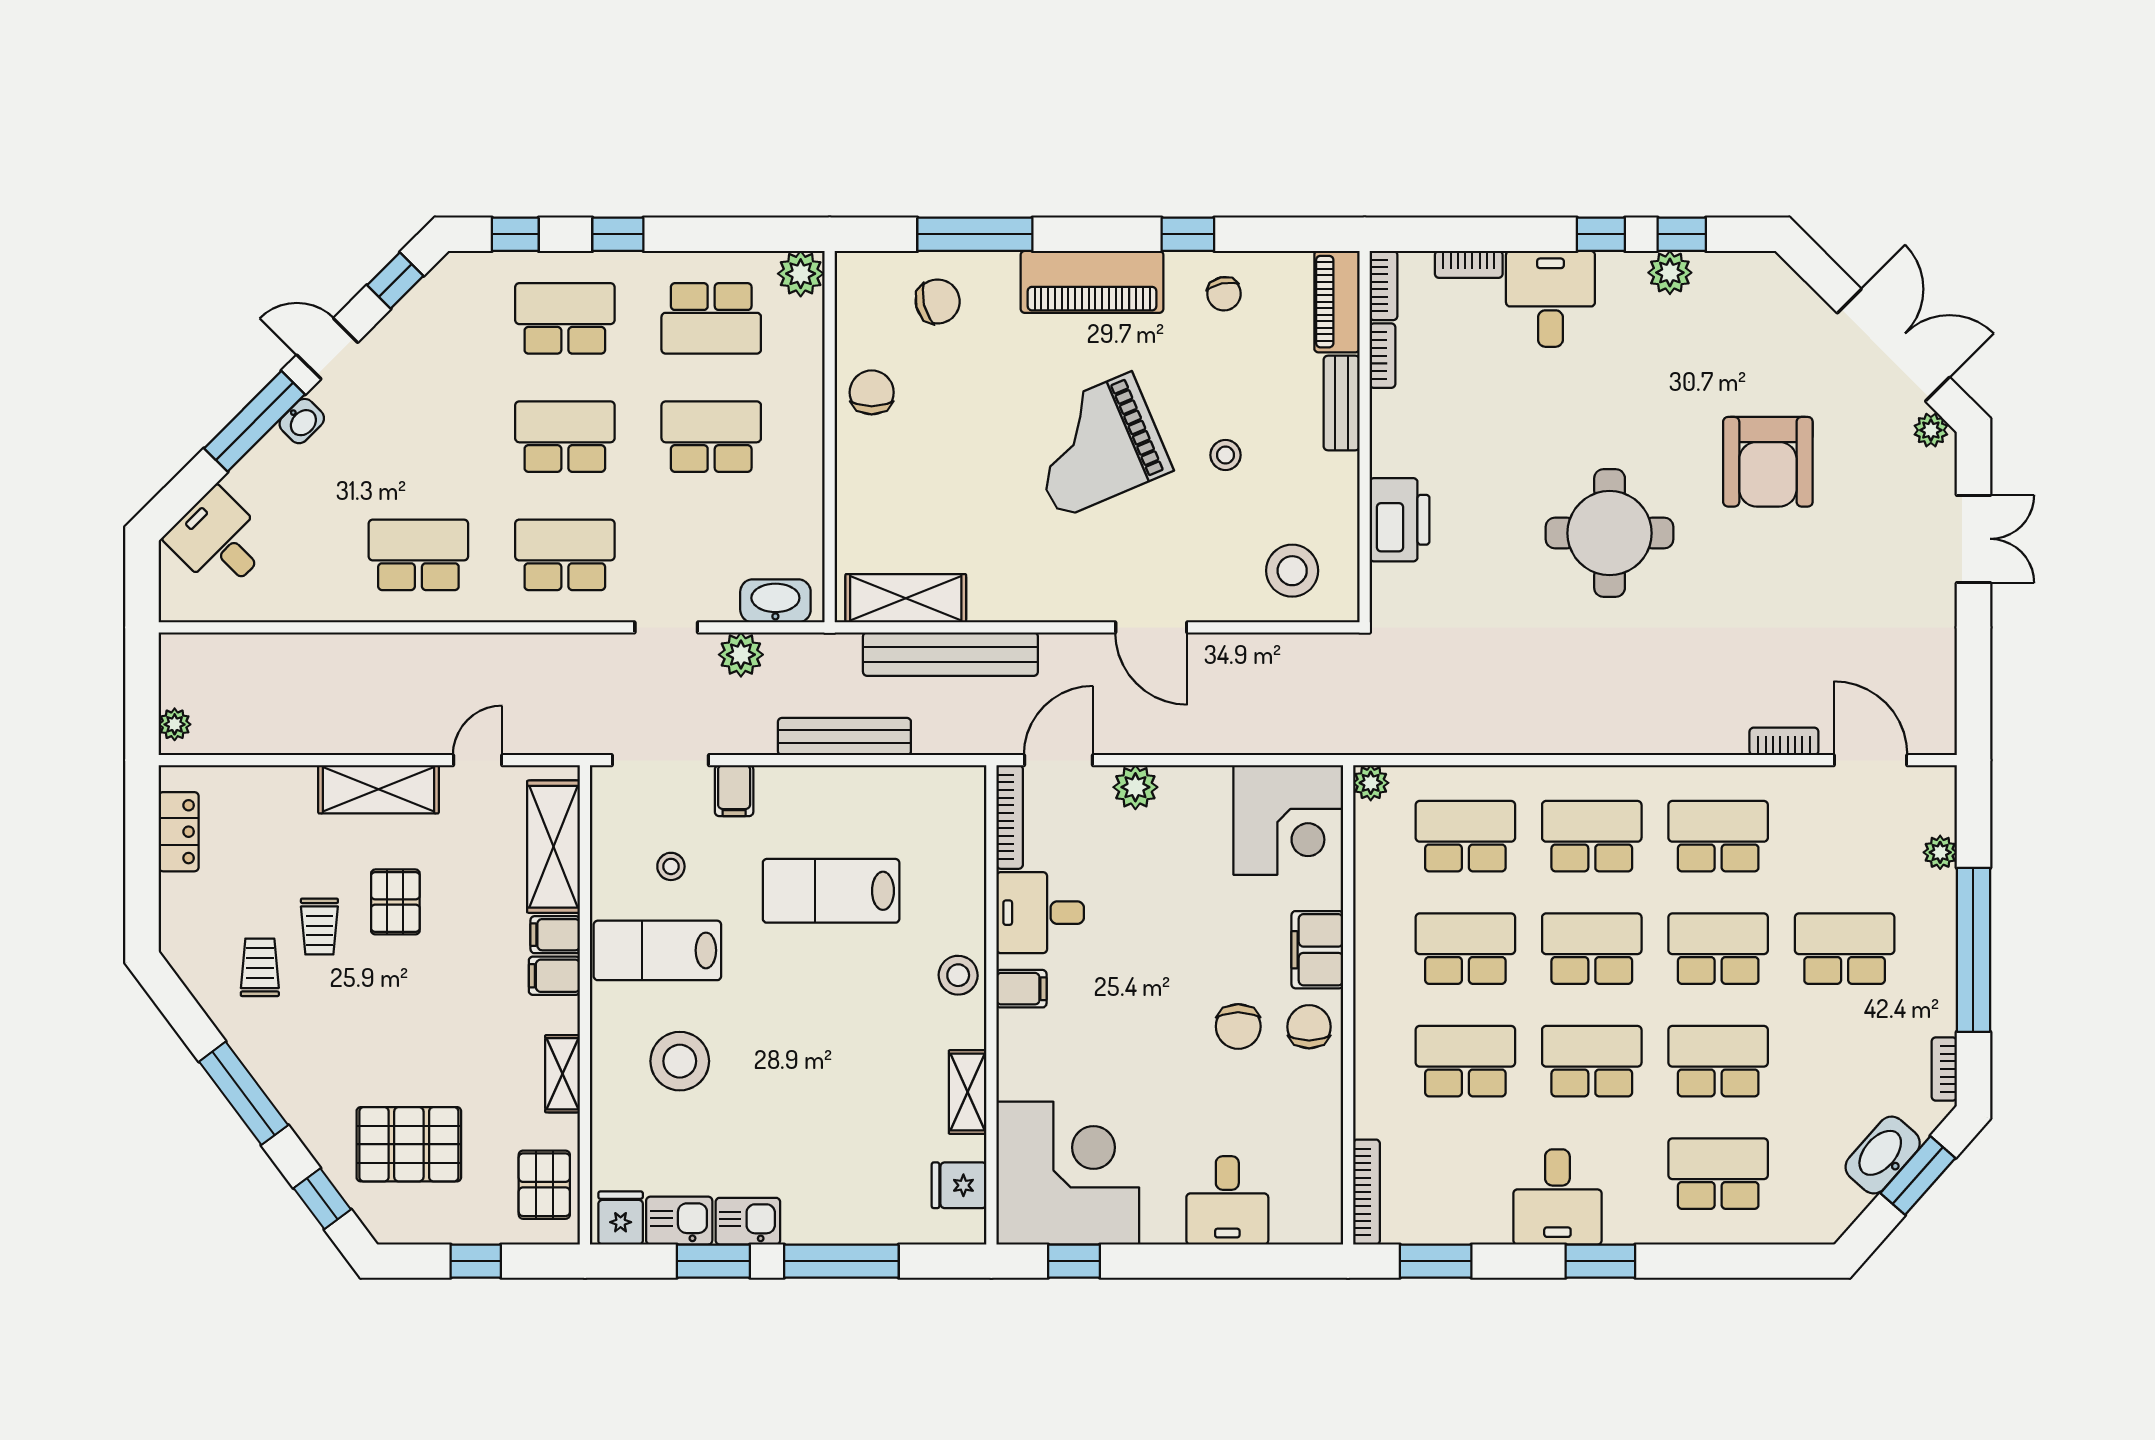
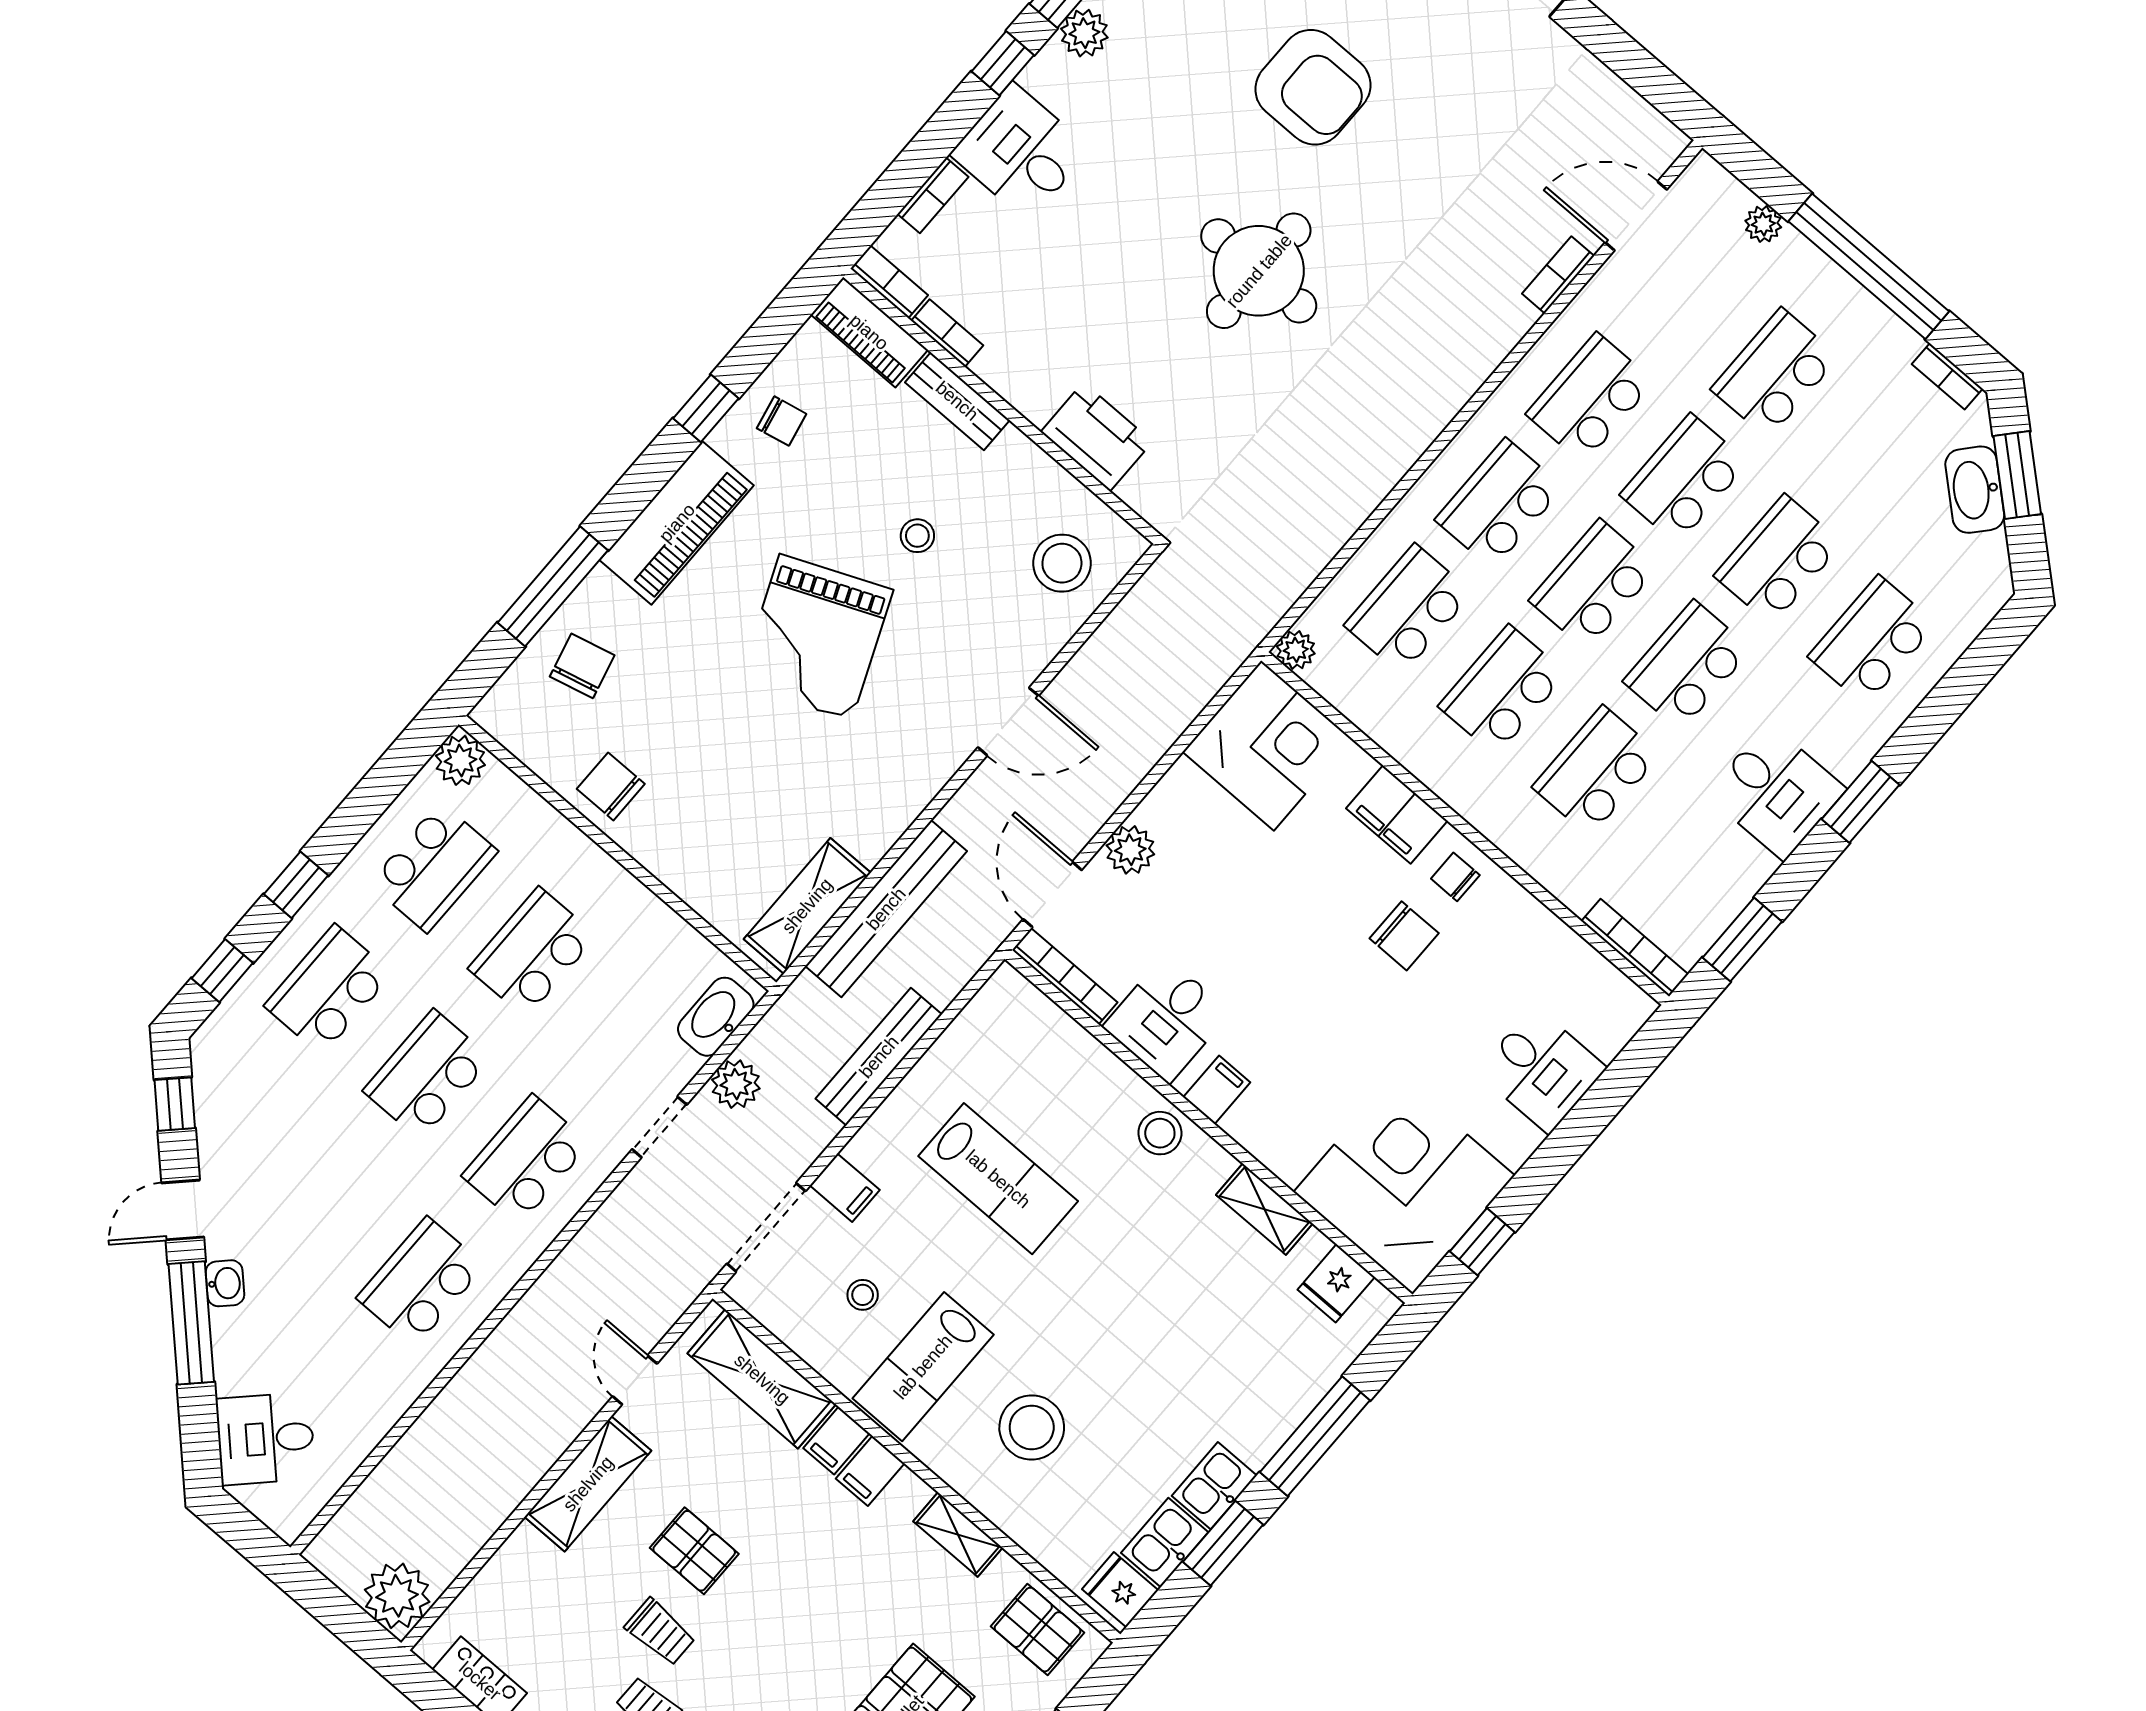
plant: (175, 724) -> (397, 1596), width x1.88, depth x1.88
lab bench: (831, 891) -> (998, 1179), turned -90
chair: (1309, 1027) -> (1455, 877), width x0.73, depth x0.73

